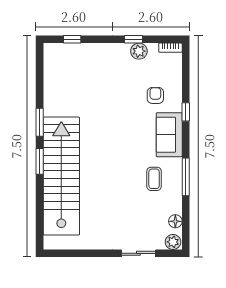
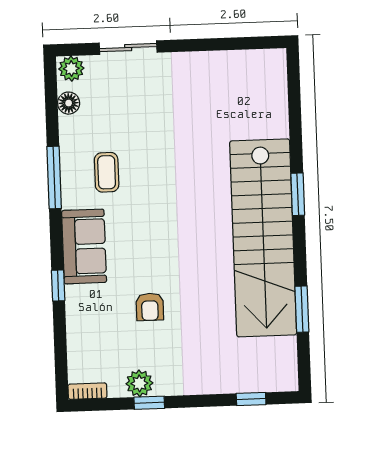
armchair: (155, 95) -> (150, 307), moved
window: (40, 122) -> (302, 309), moved
stairs: (61, 176) -> (263, 238), moved

